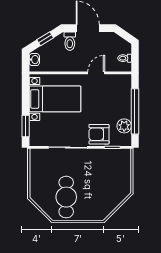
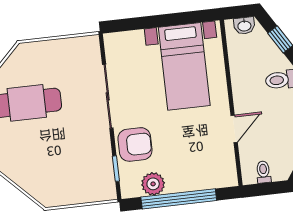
door: (96, 73) -> (234, 129), hinge flipped
window: (26, 126) -> (135, 24), removed
armchair: (99, 134) -> (135, 144), turned 90

